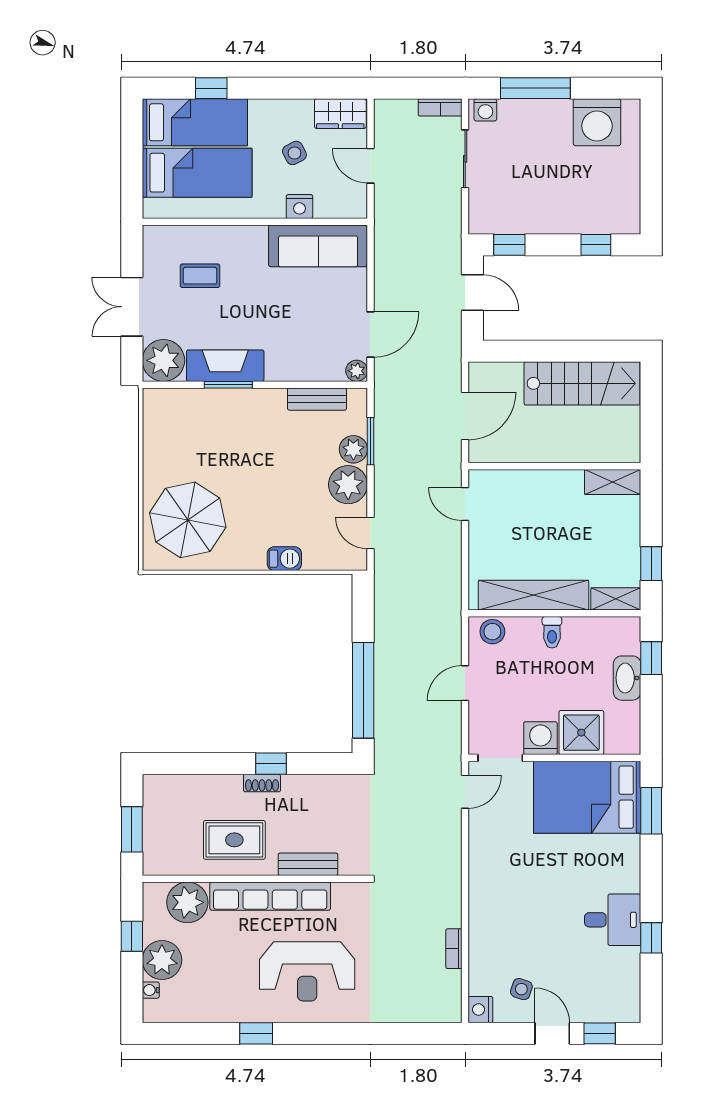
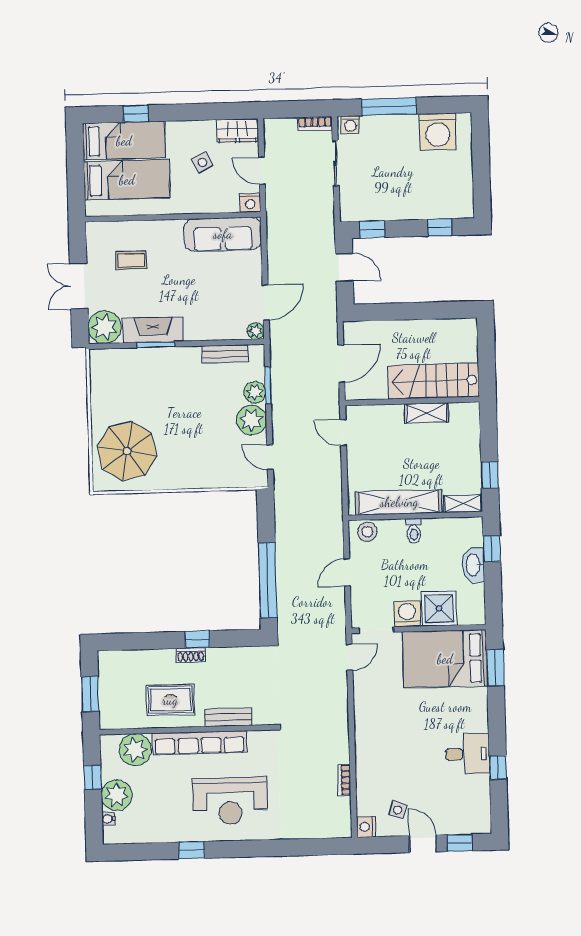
nightstand: (299, 207) -> (250, 203), moved
stairs: (582, 383) -> (434, 381), moved, turned 180
shelving: (613, 482) -> (426, 413), moved
barbecue: (284, 559) -> (203, 479), removed

